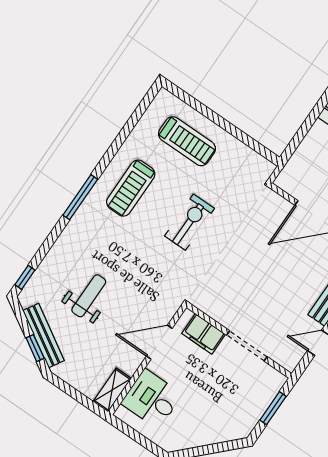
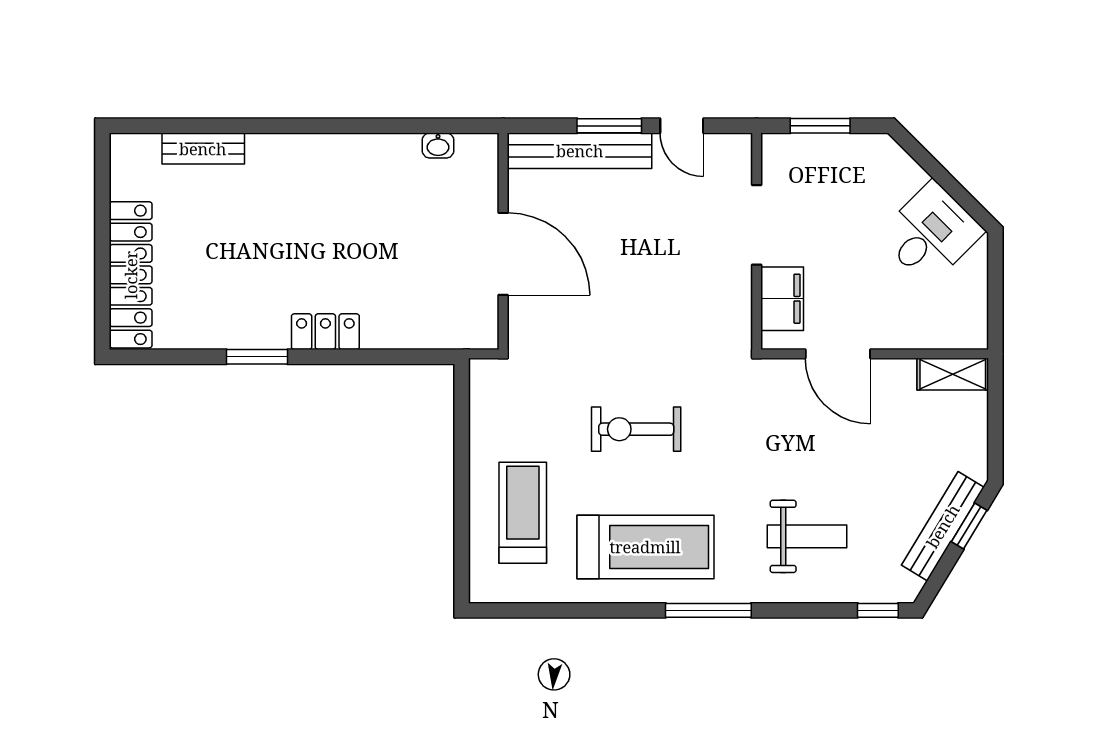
treadmill: (131, 188) -> (645, 547), width x1.37, depth x1.38
weight bench: (89, 296) -> (807, 536), moved, turned 180
desk: (152, 399) -> (931, 233), moved, turned -135

